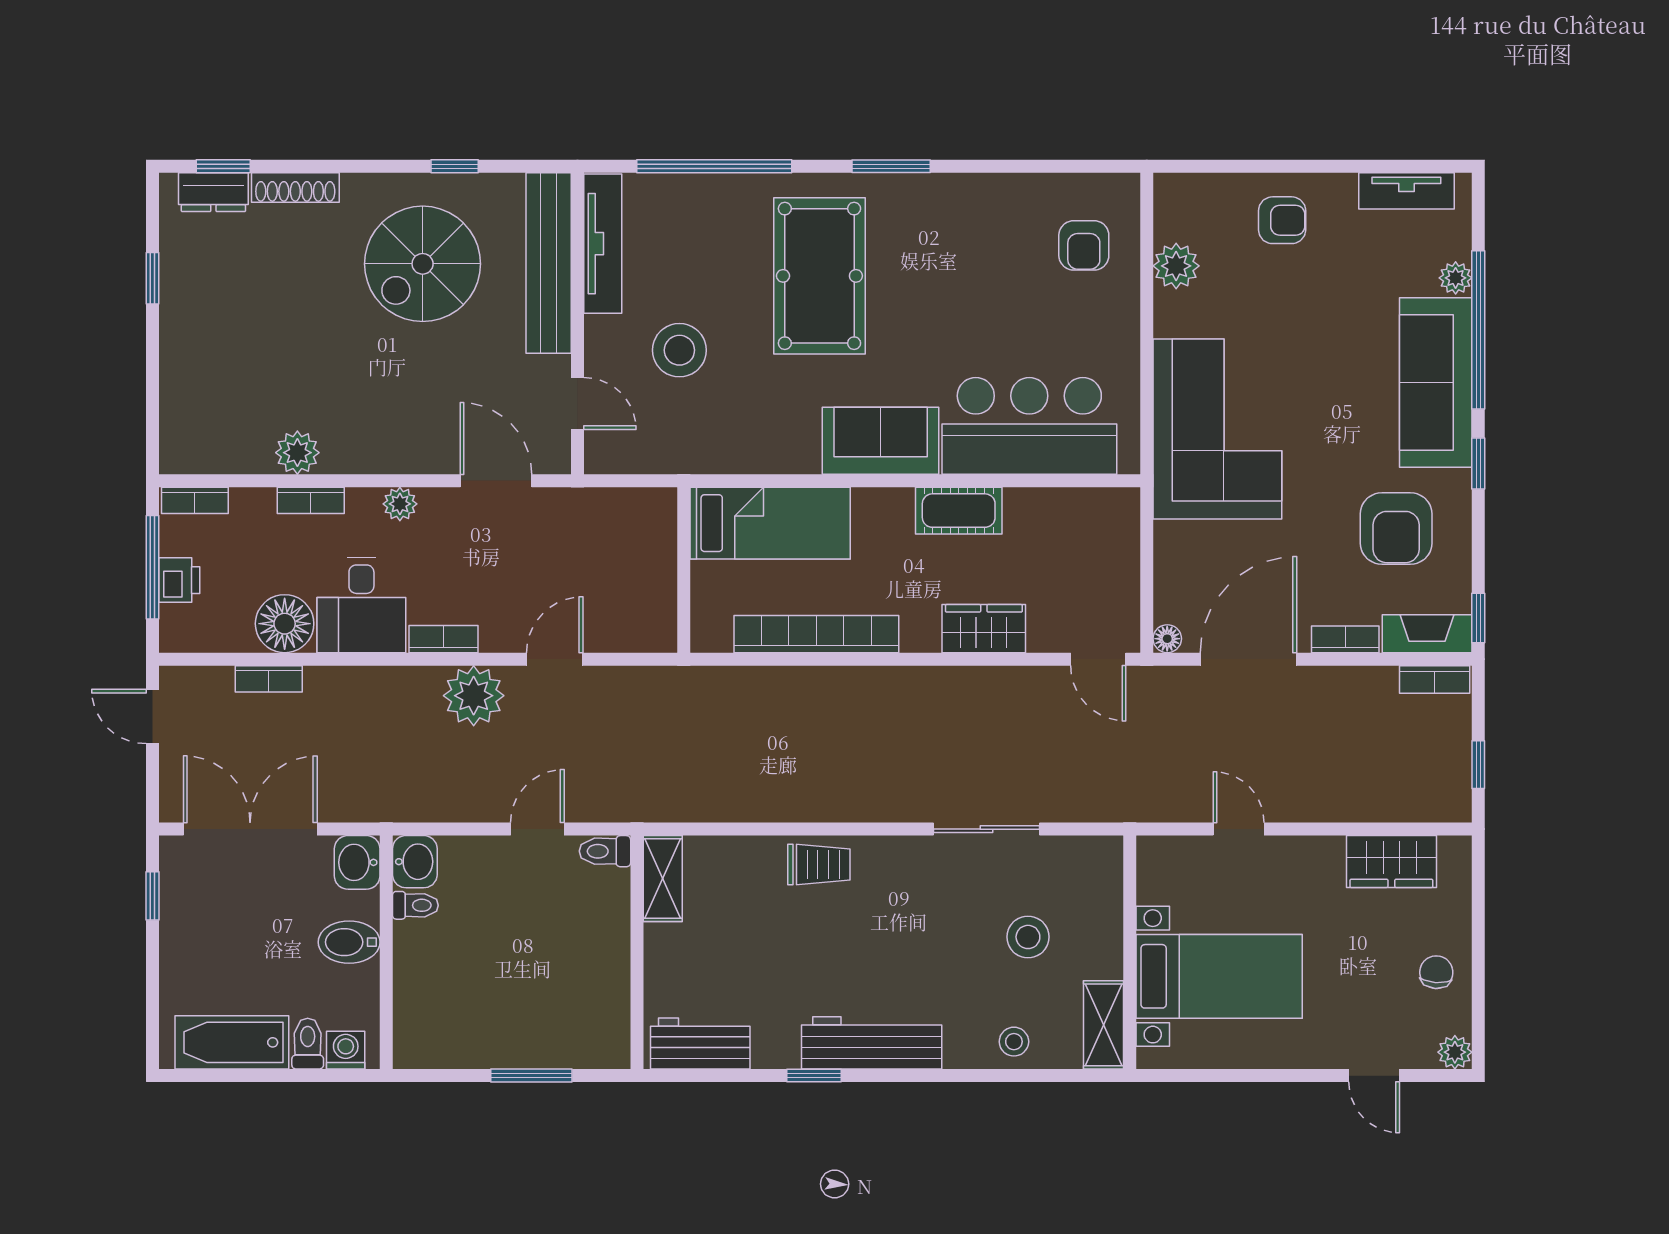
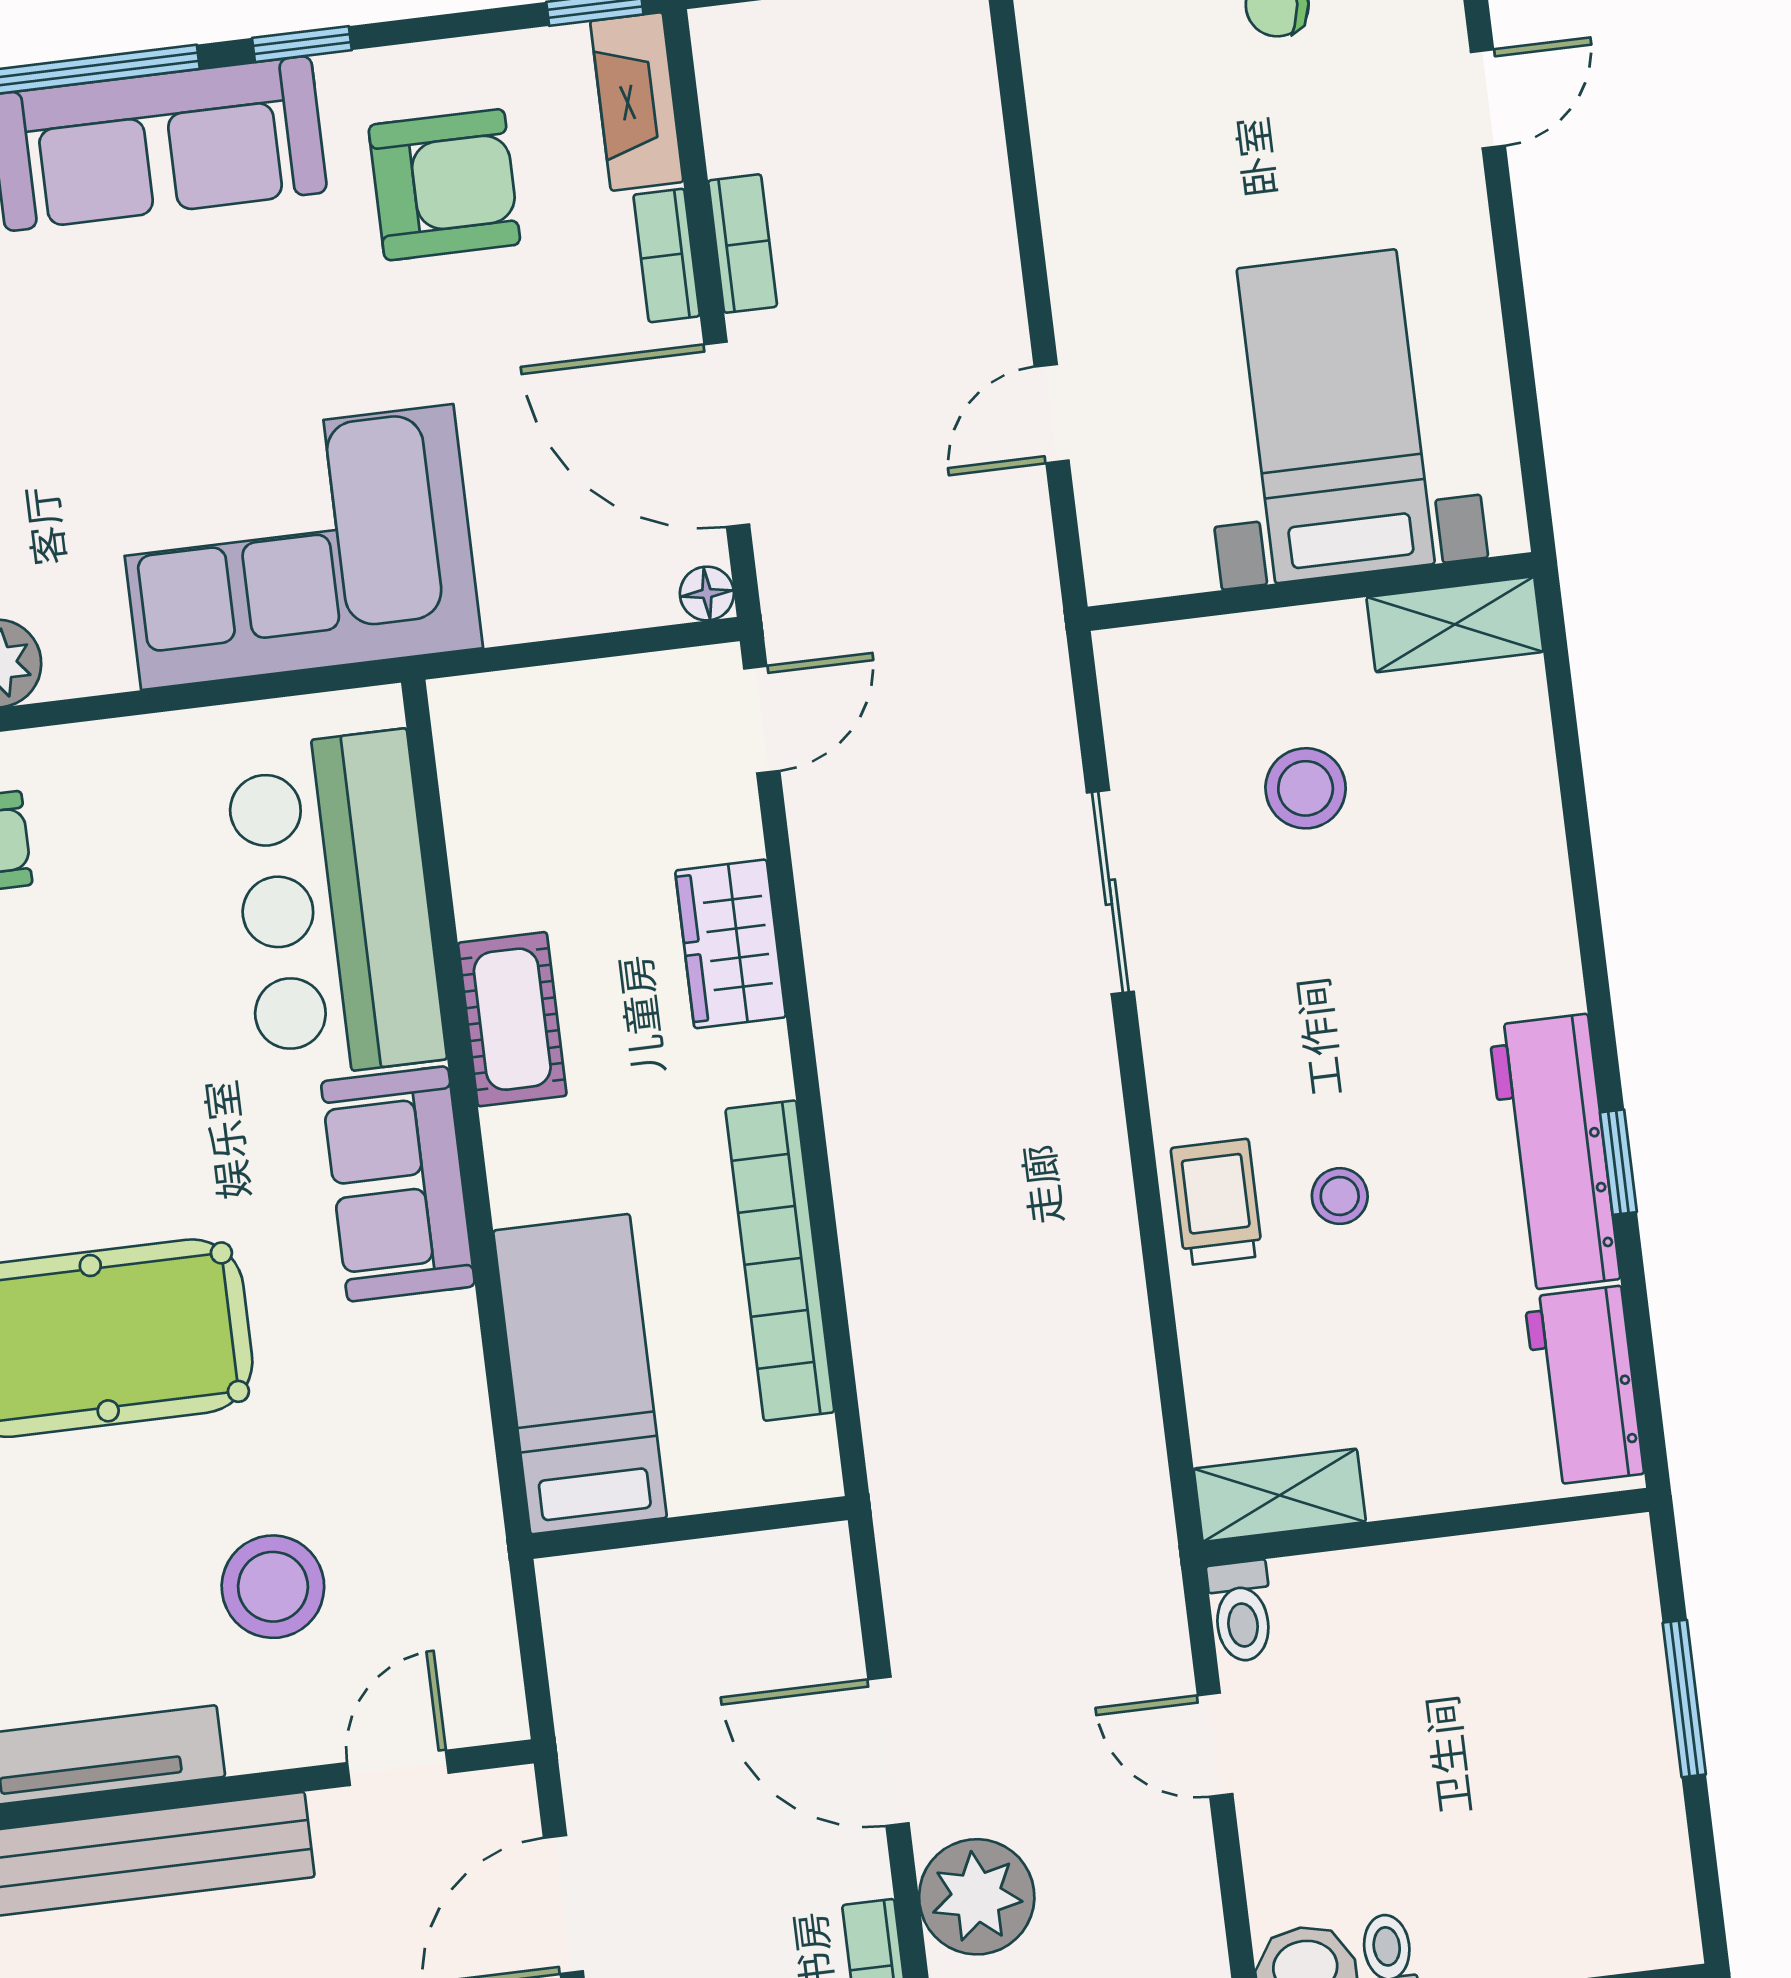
door: (555, 659) -> (888, 1751), width x1.38
bookcase: (1435, 679) -> (743, 244), moved
wardrobe: (1391, 861) -> (1078, 116), removed
stool: (1014, 1042) -> (1340, 1196), moved
workbench: (872, 1043) -> (1554, 1152), moved

